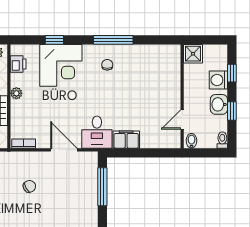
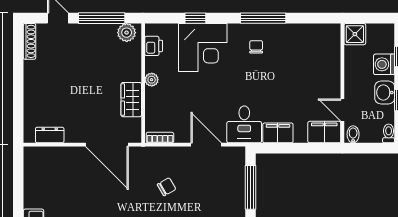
door: (182, 120) -> (342, 110), hinge flipped
filing cabinet: (166, 139) -> (324, 132), added

